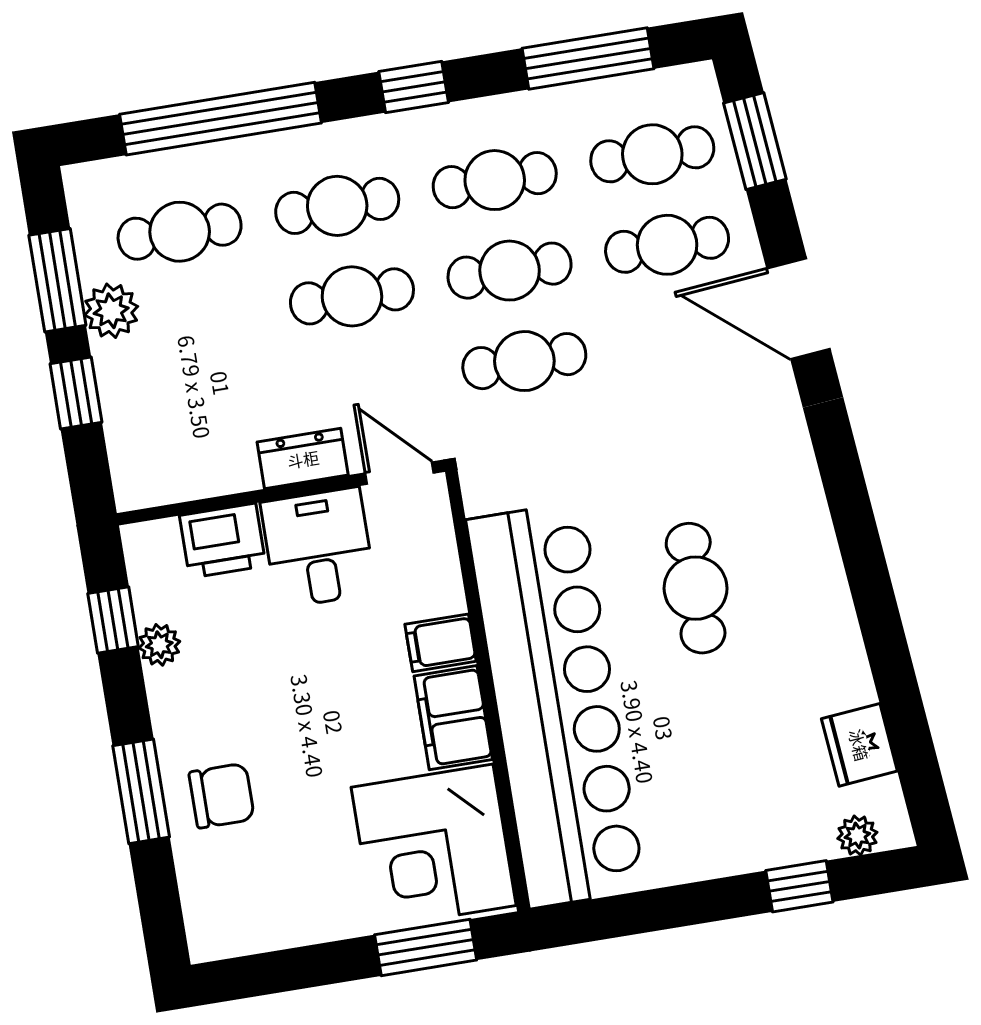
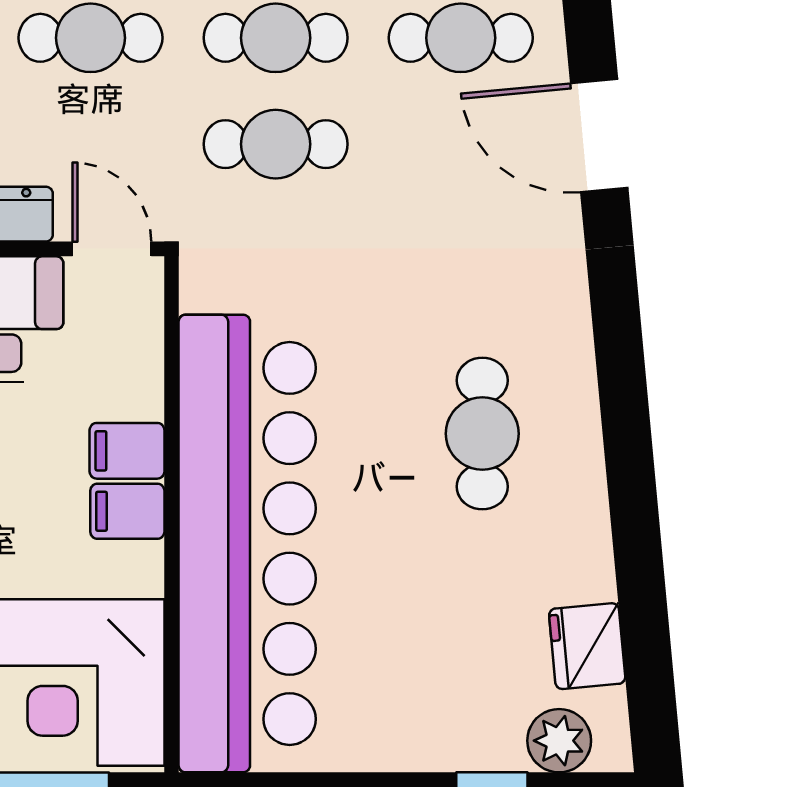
cafe table: (696, 588) -> (482, 434), moved
filing cabinet: (453, 718) -> (127, 511), width x0.50
plant: (857, 835) -> (559, 741), width x1.38, depth x1.38

